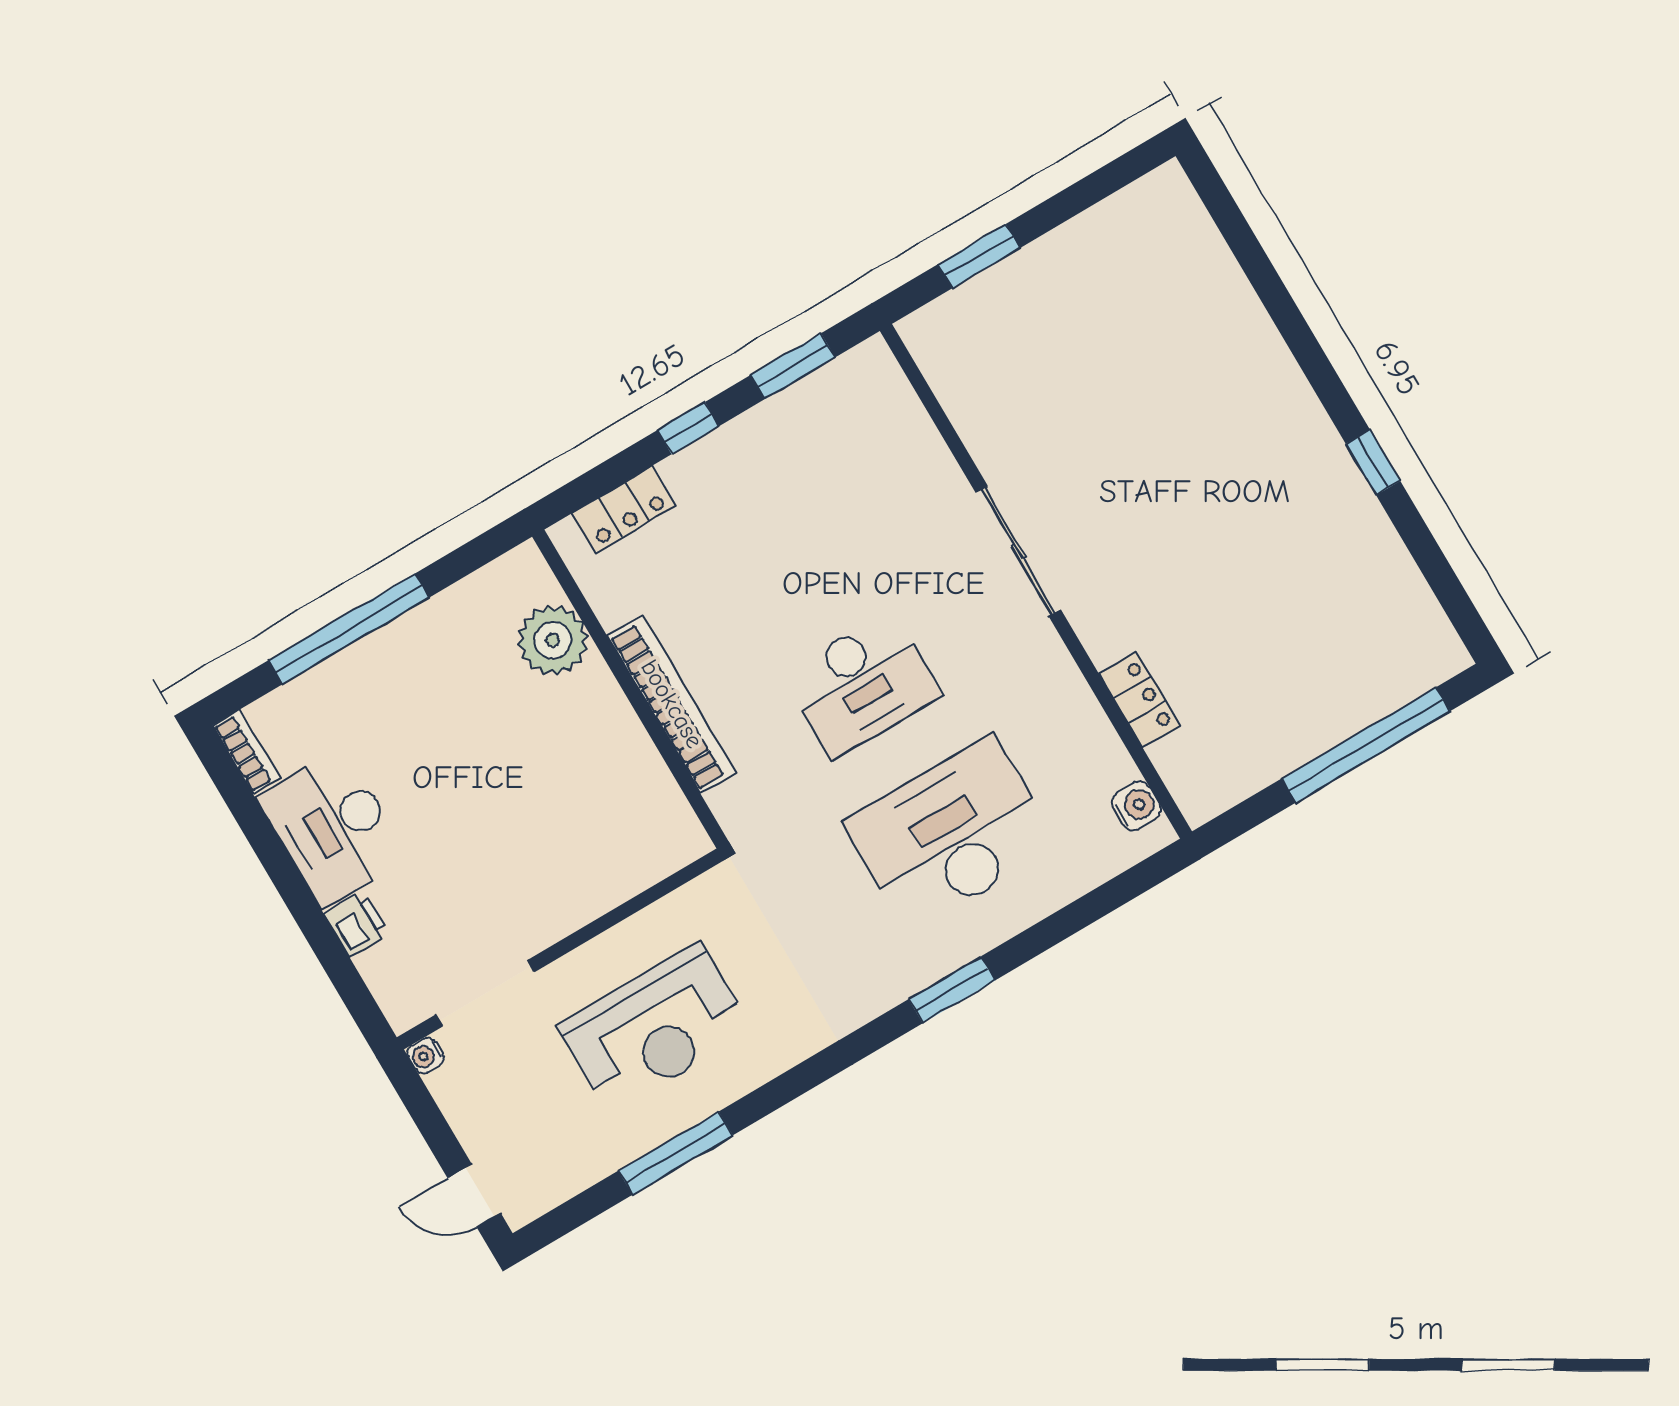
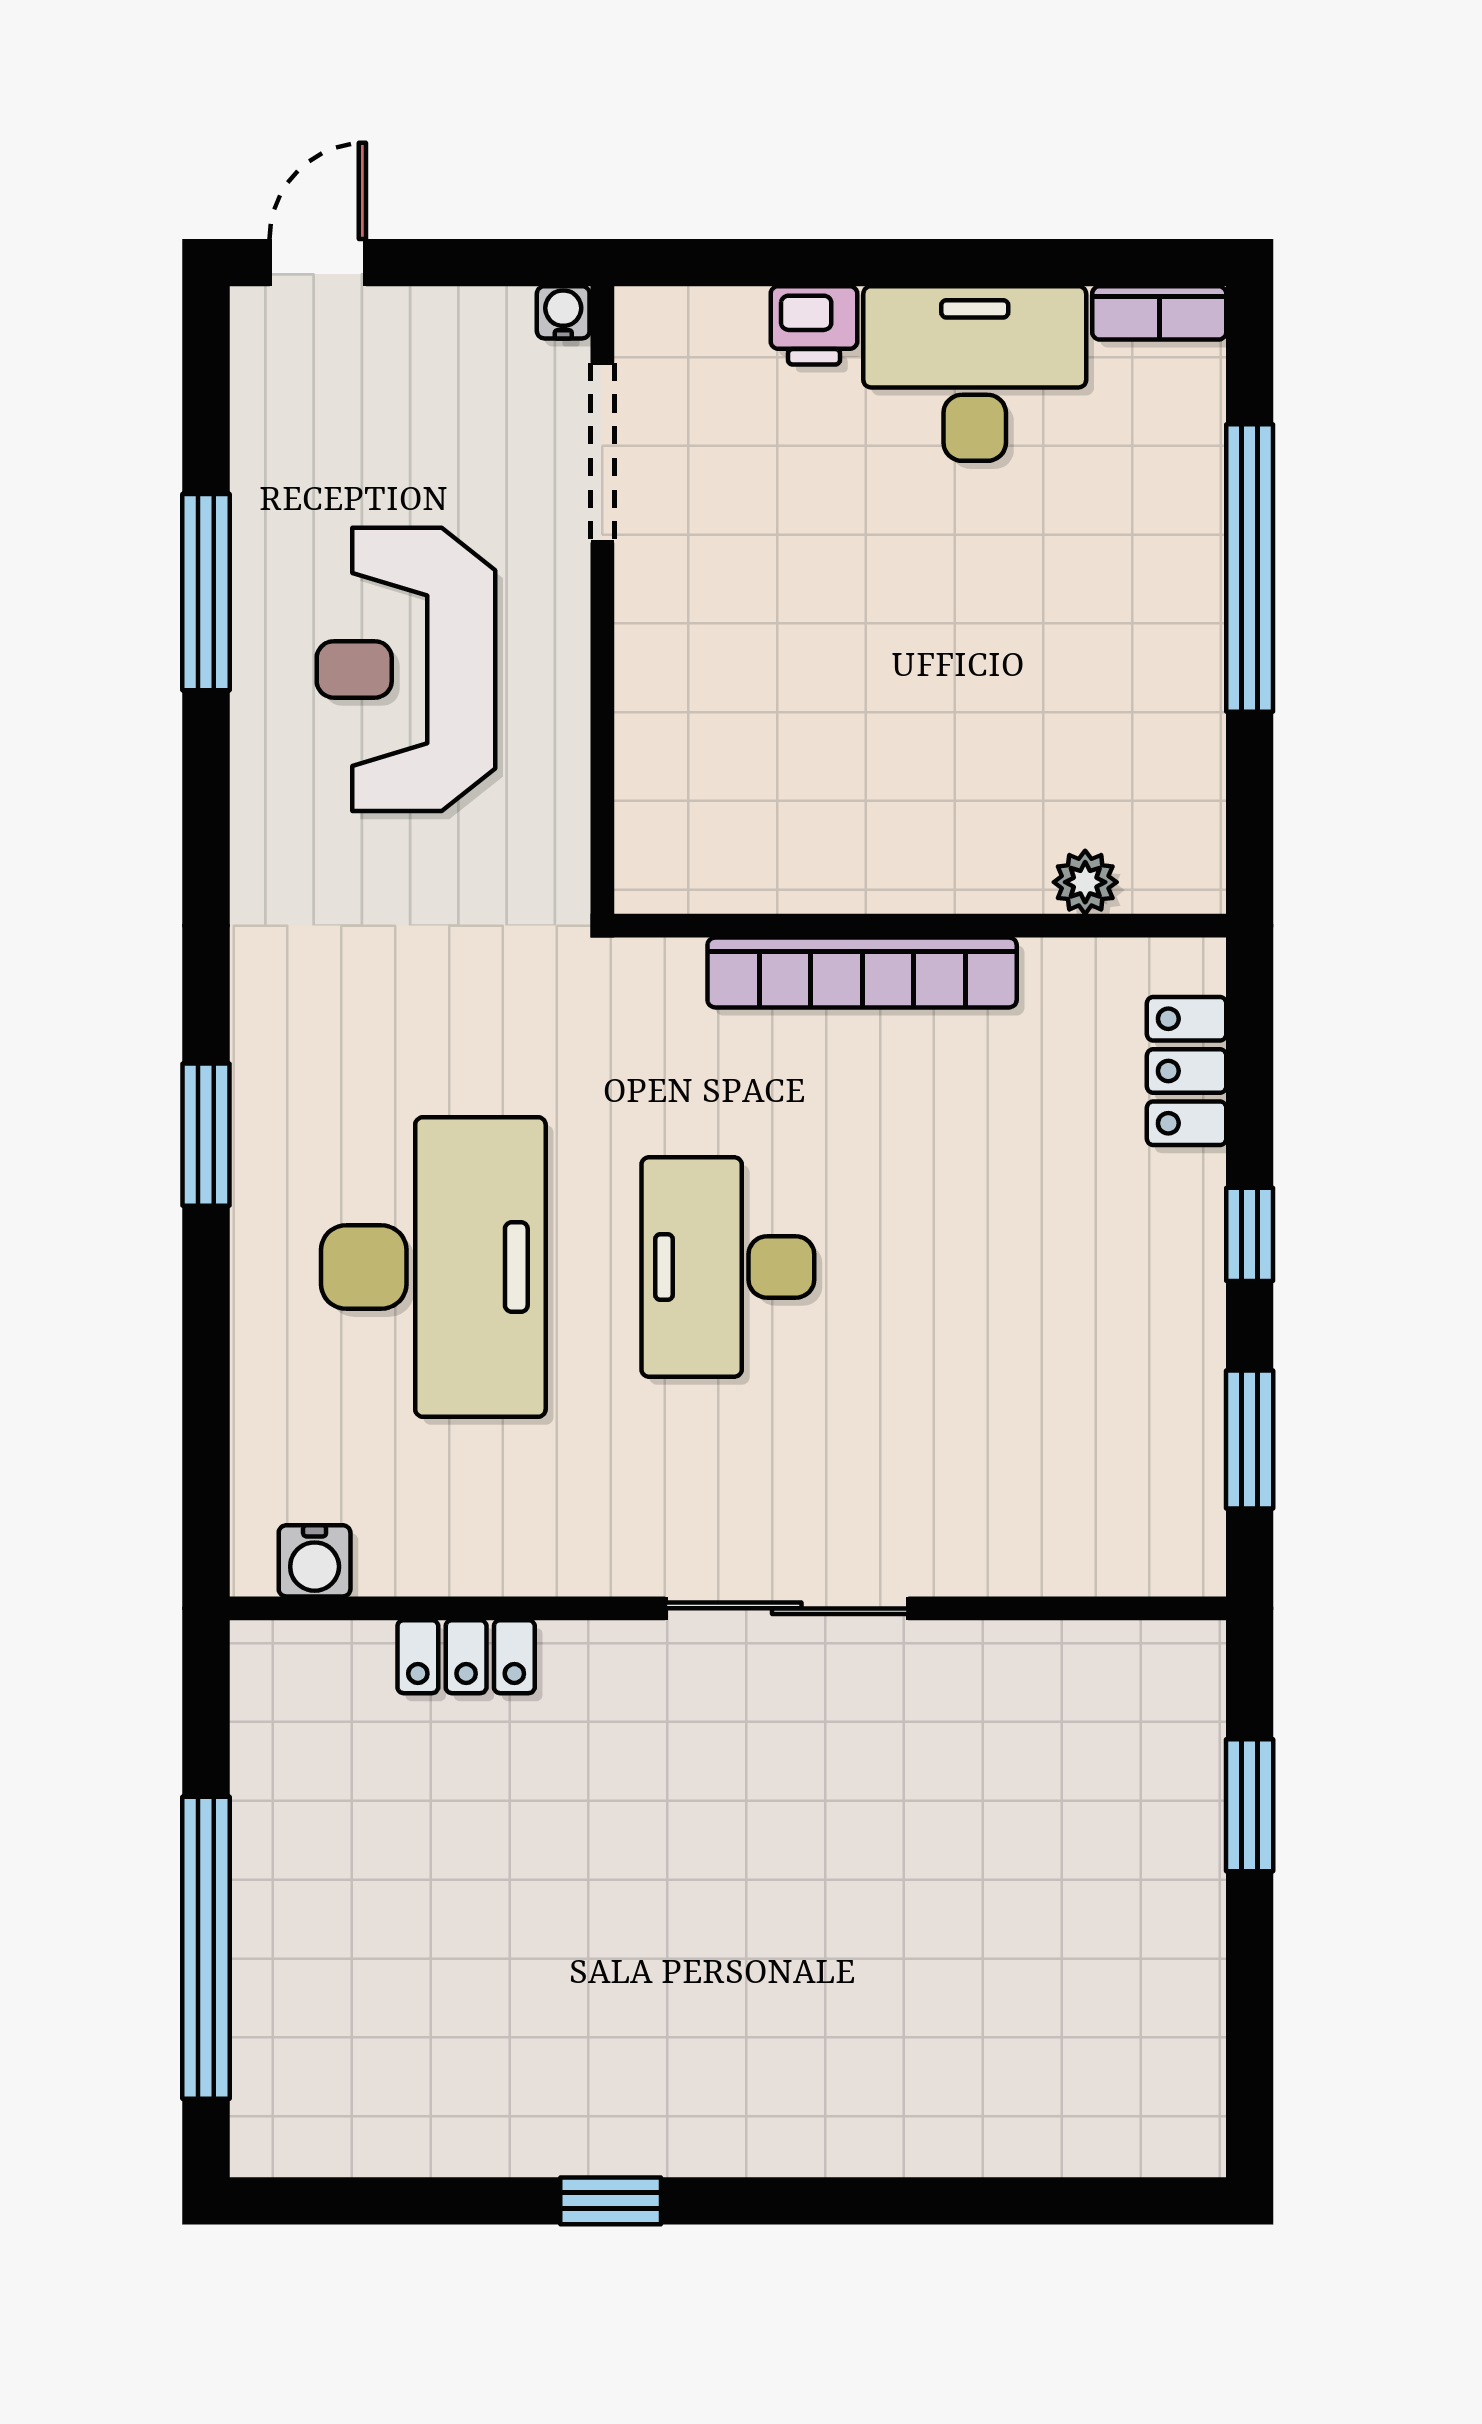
plant: (553, 640) -> (1085, 882), width x0.53, depth x0.53

